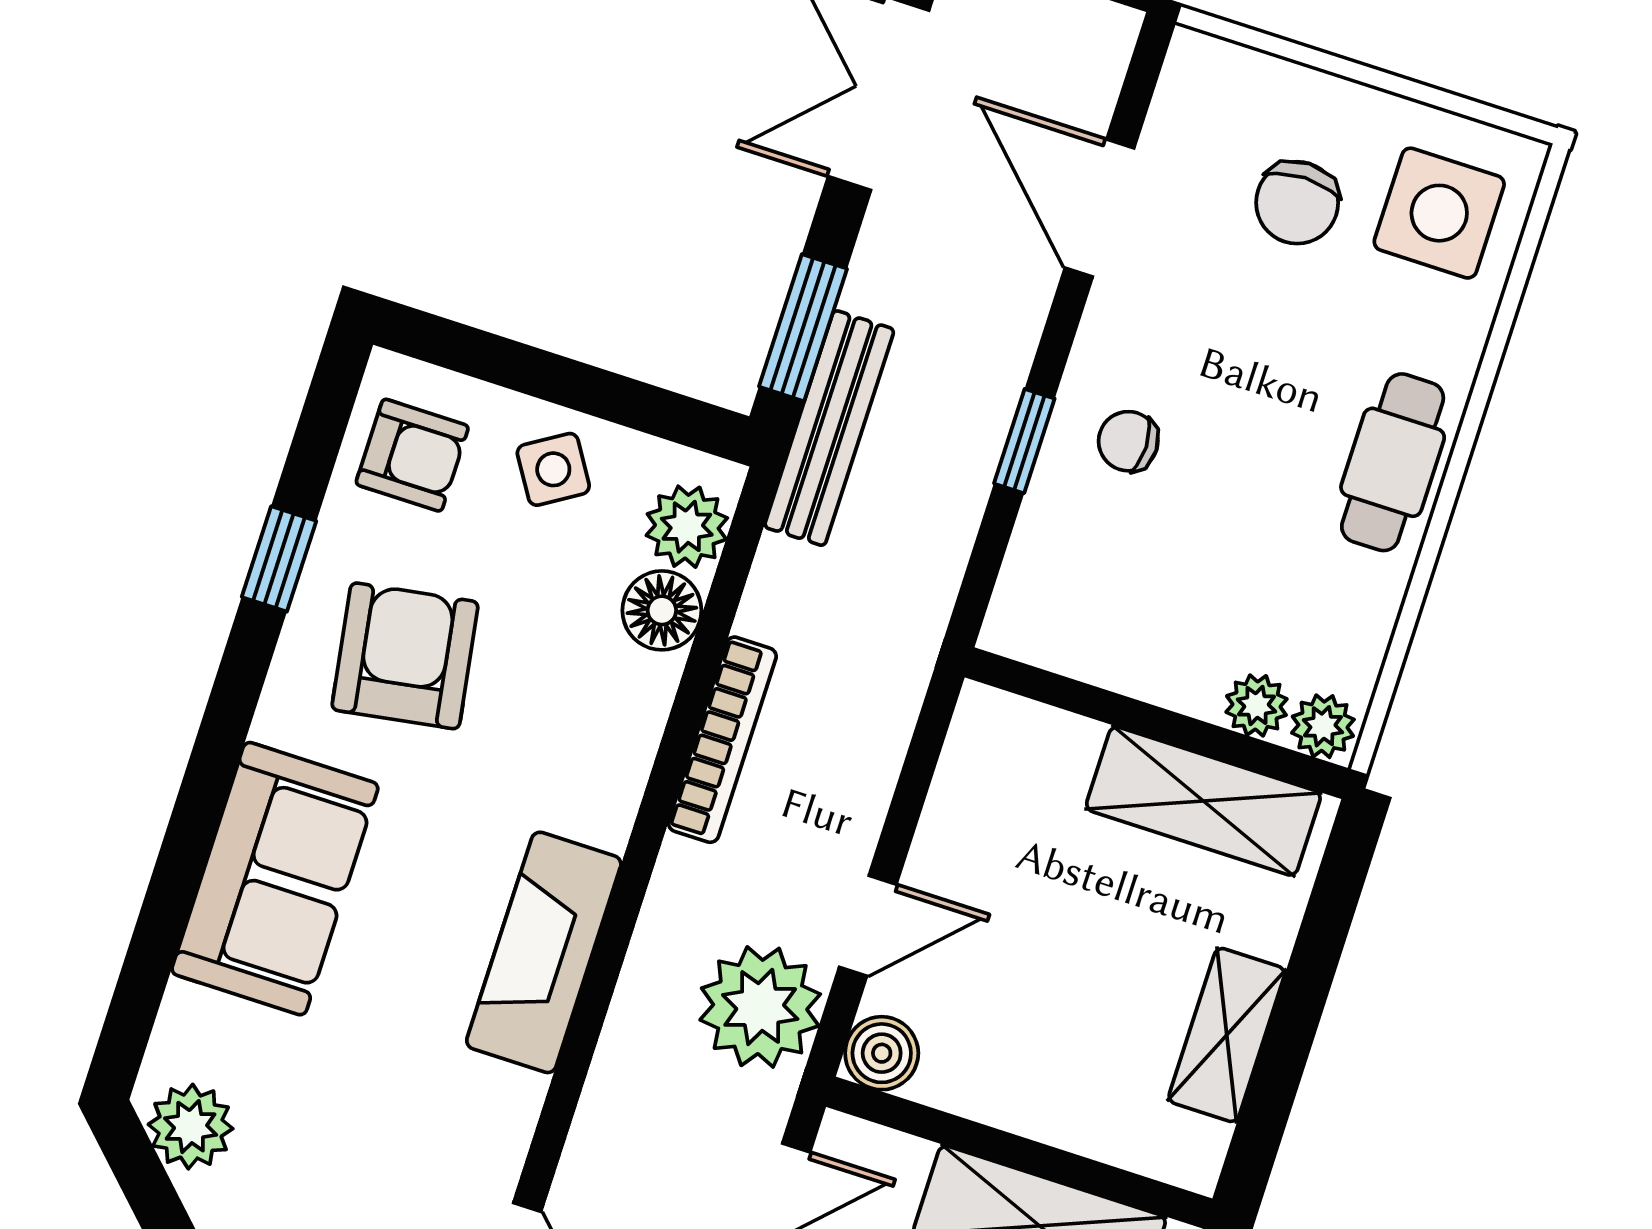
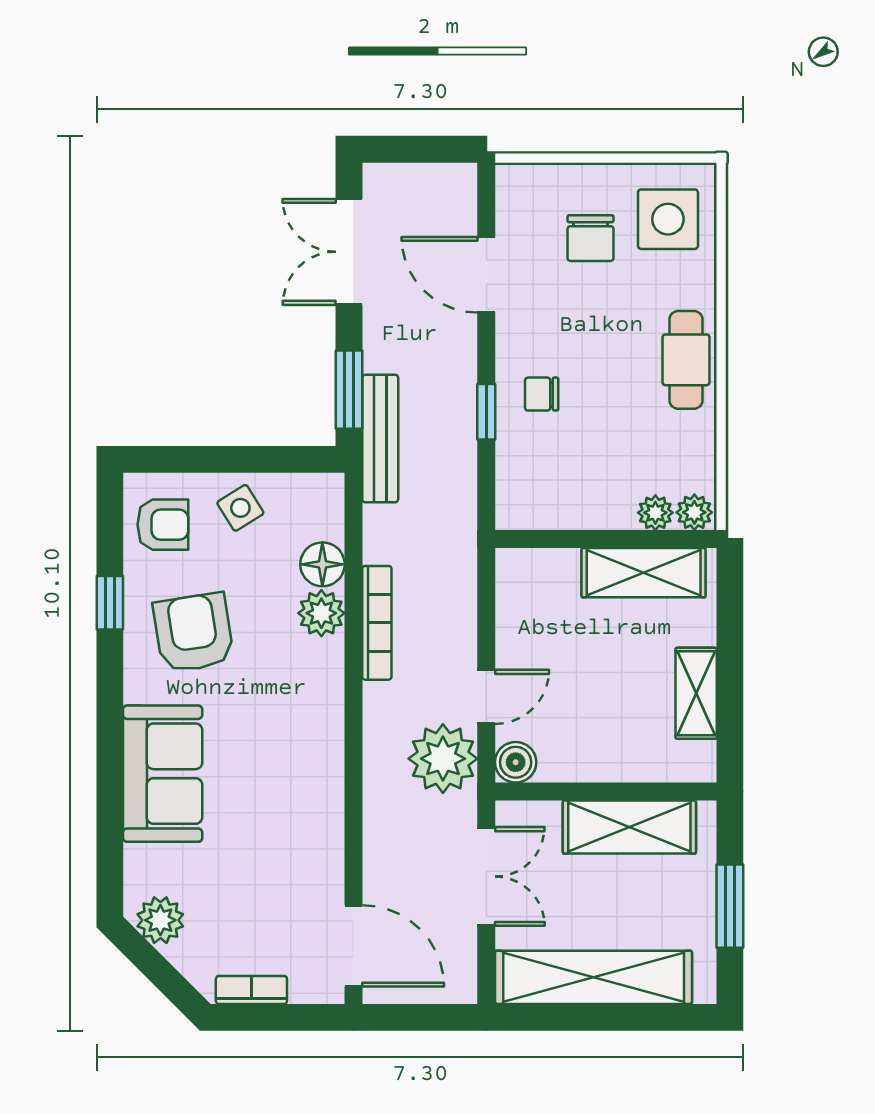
plant: (687, 527) -> (321, 613), moved
fireplace: (544, 952) -> (318, 767), removed

